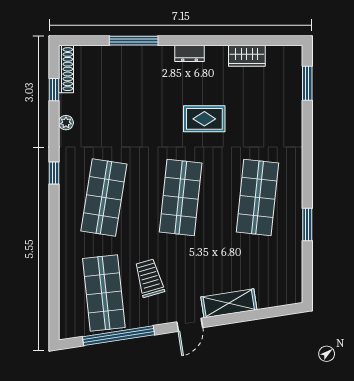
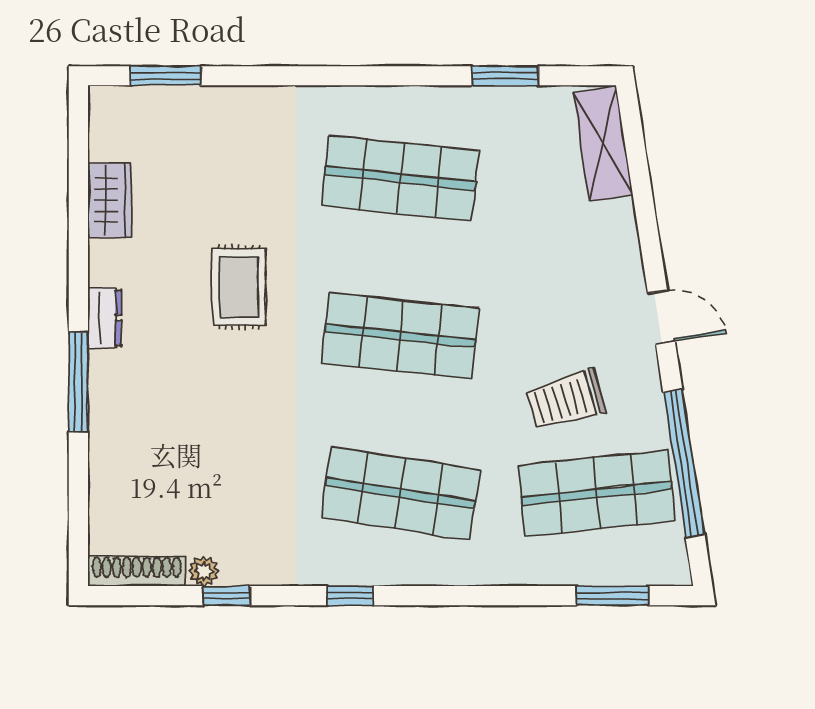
window: (134, 41) -> (78, 382), moved
window: (54, 90) -> (227, 596), moved
plant: (66, 123) -> (204, 571), moved
window: (307, 224) -> (505, 76), moved
window: (54, 301) -> (612, 596), added
shelving: (229, 303) -> (603, 143), moved

